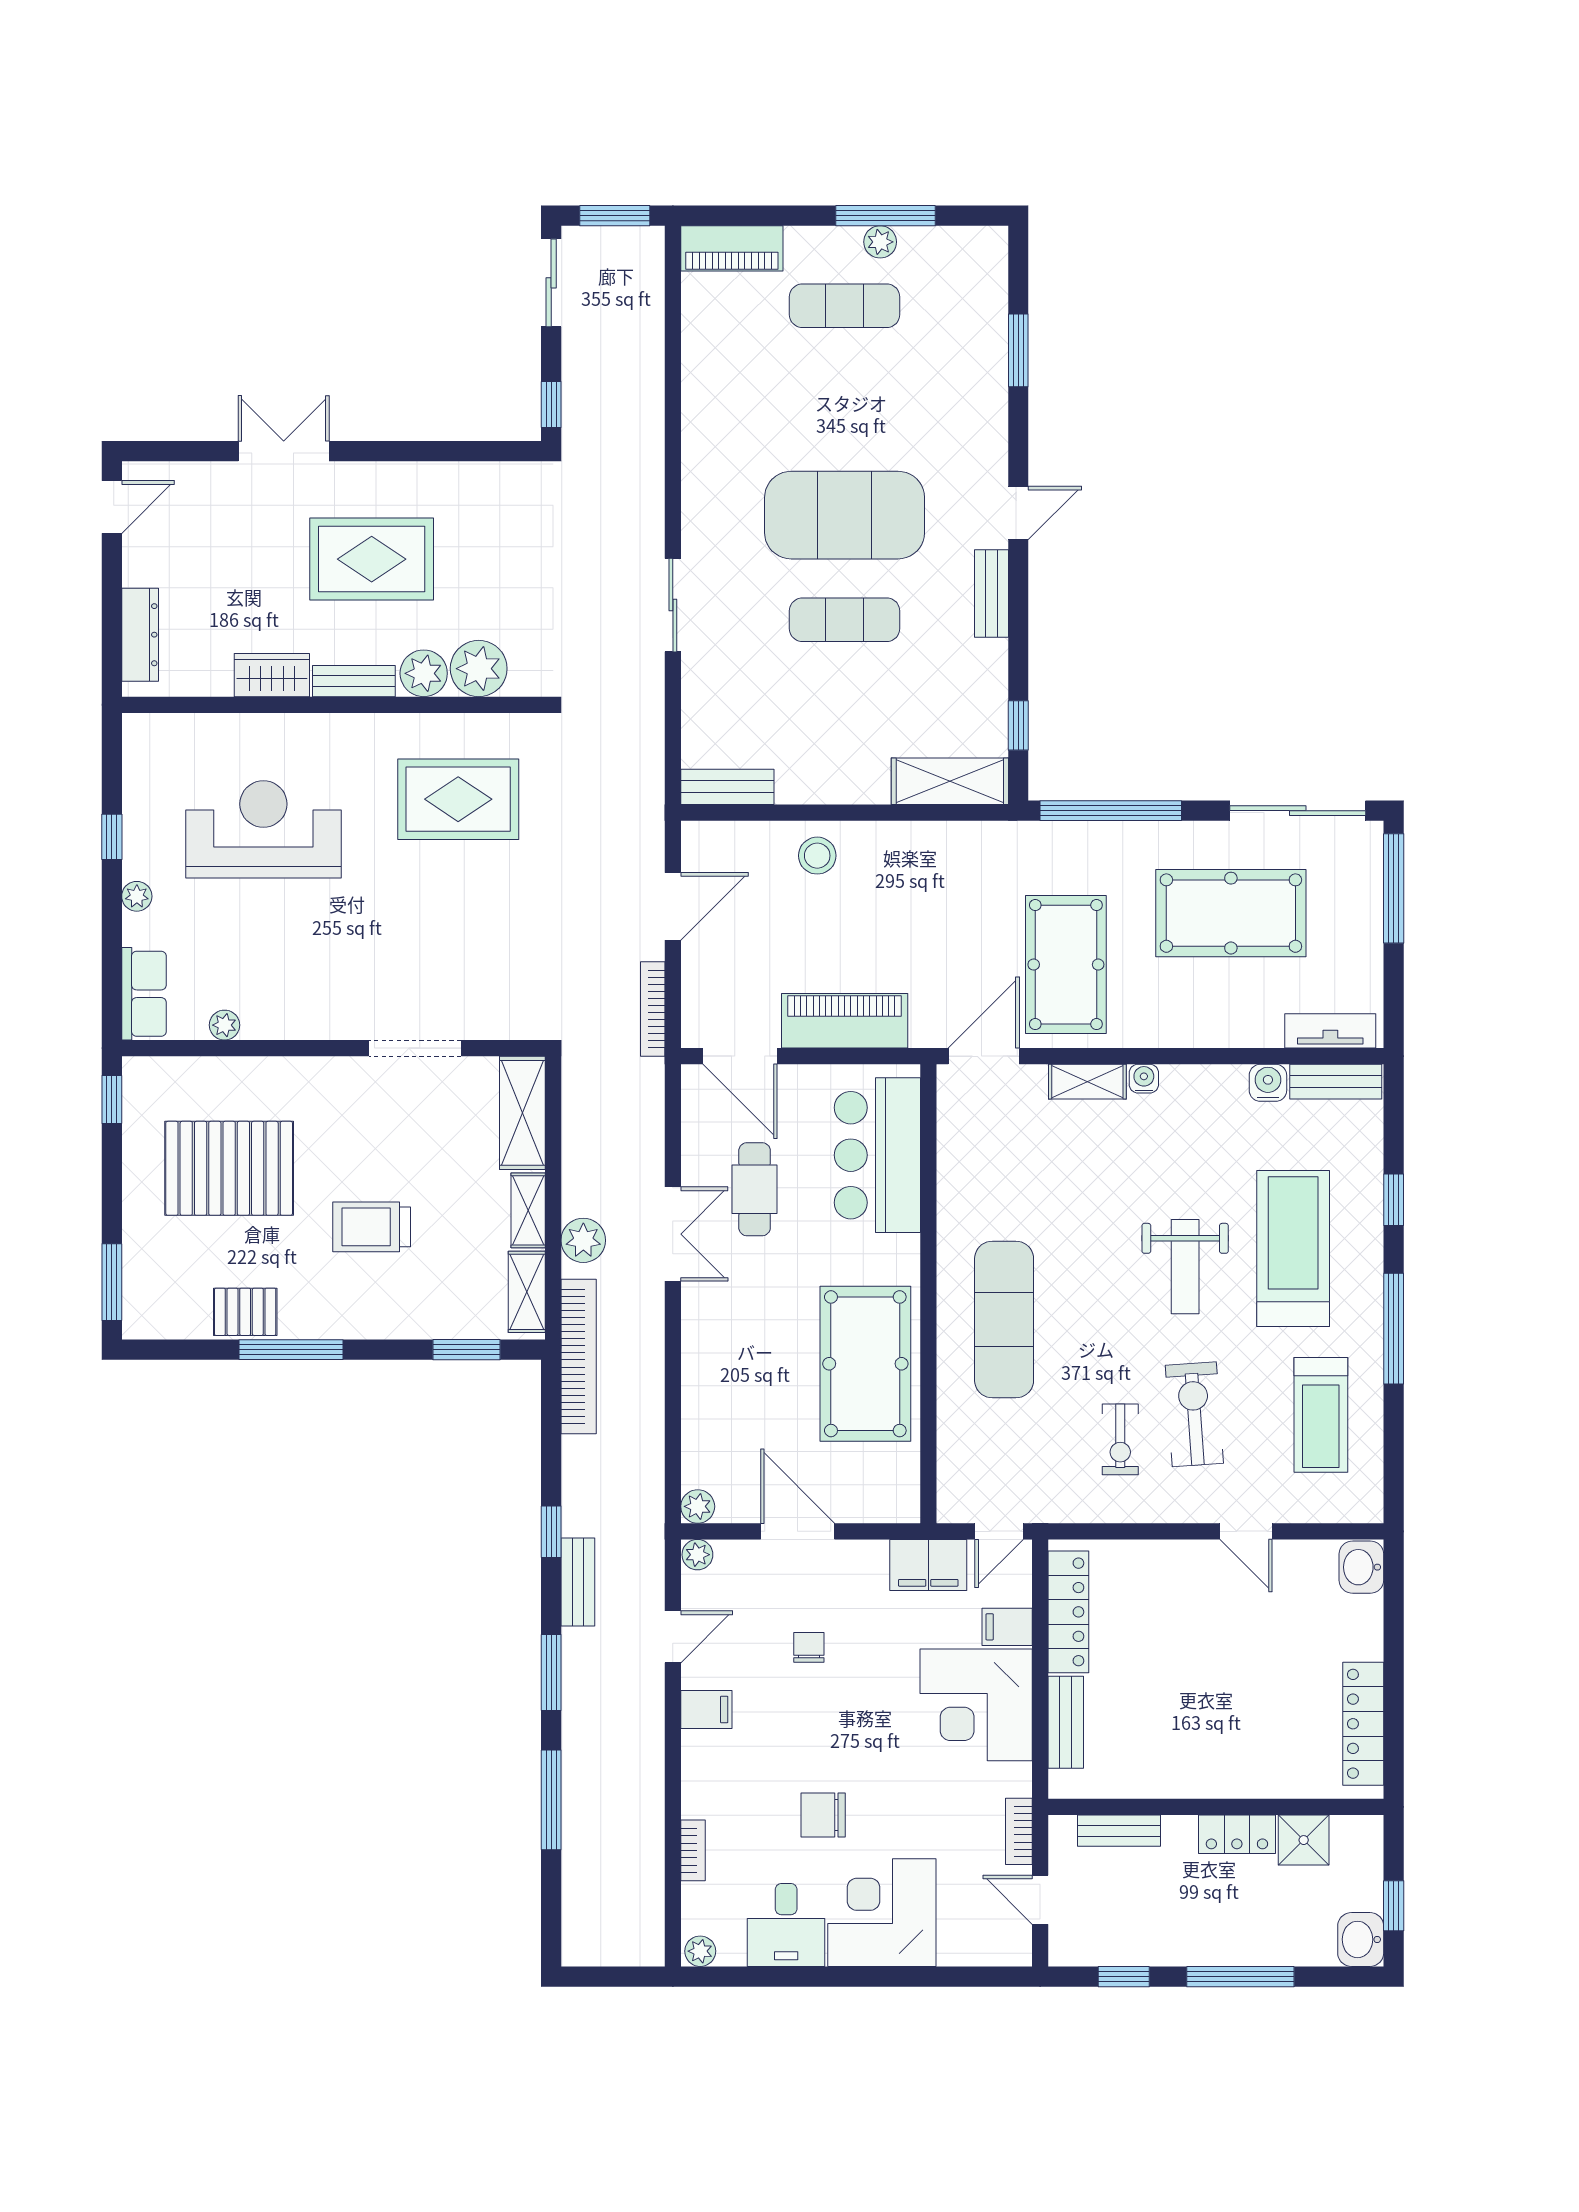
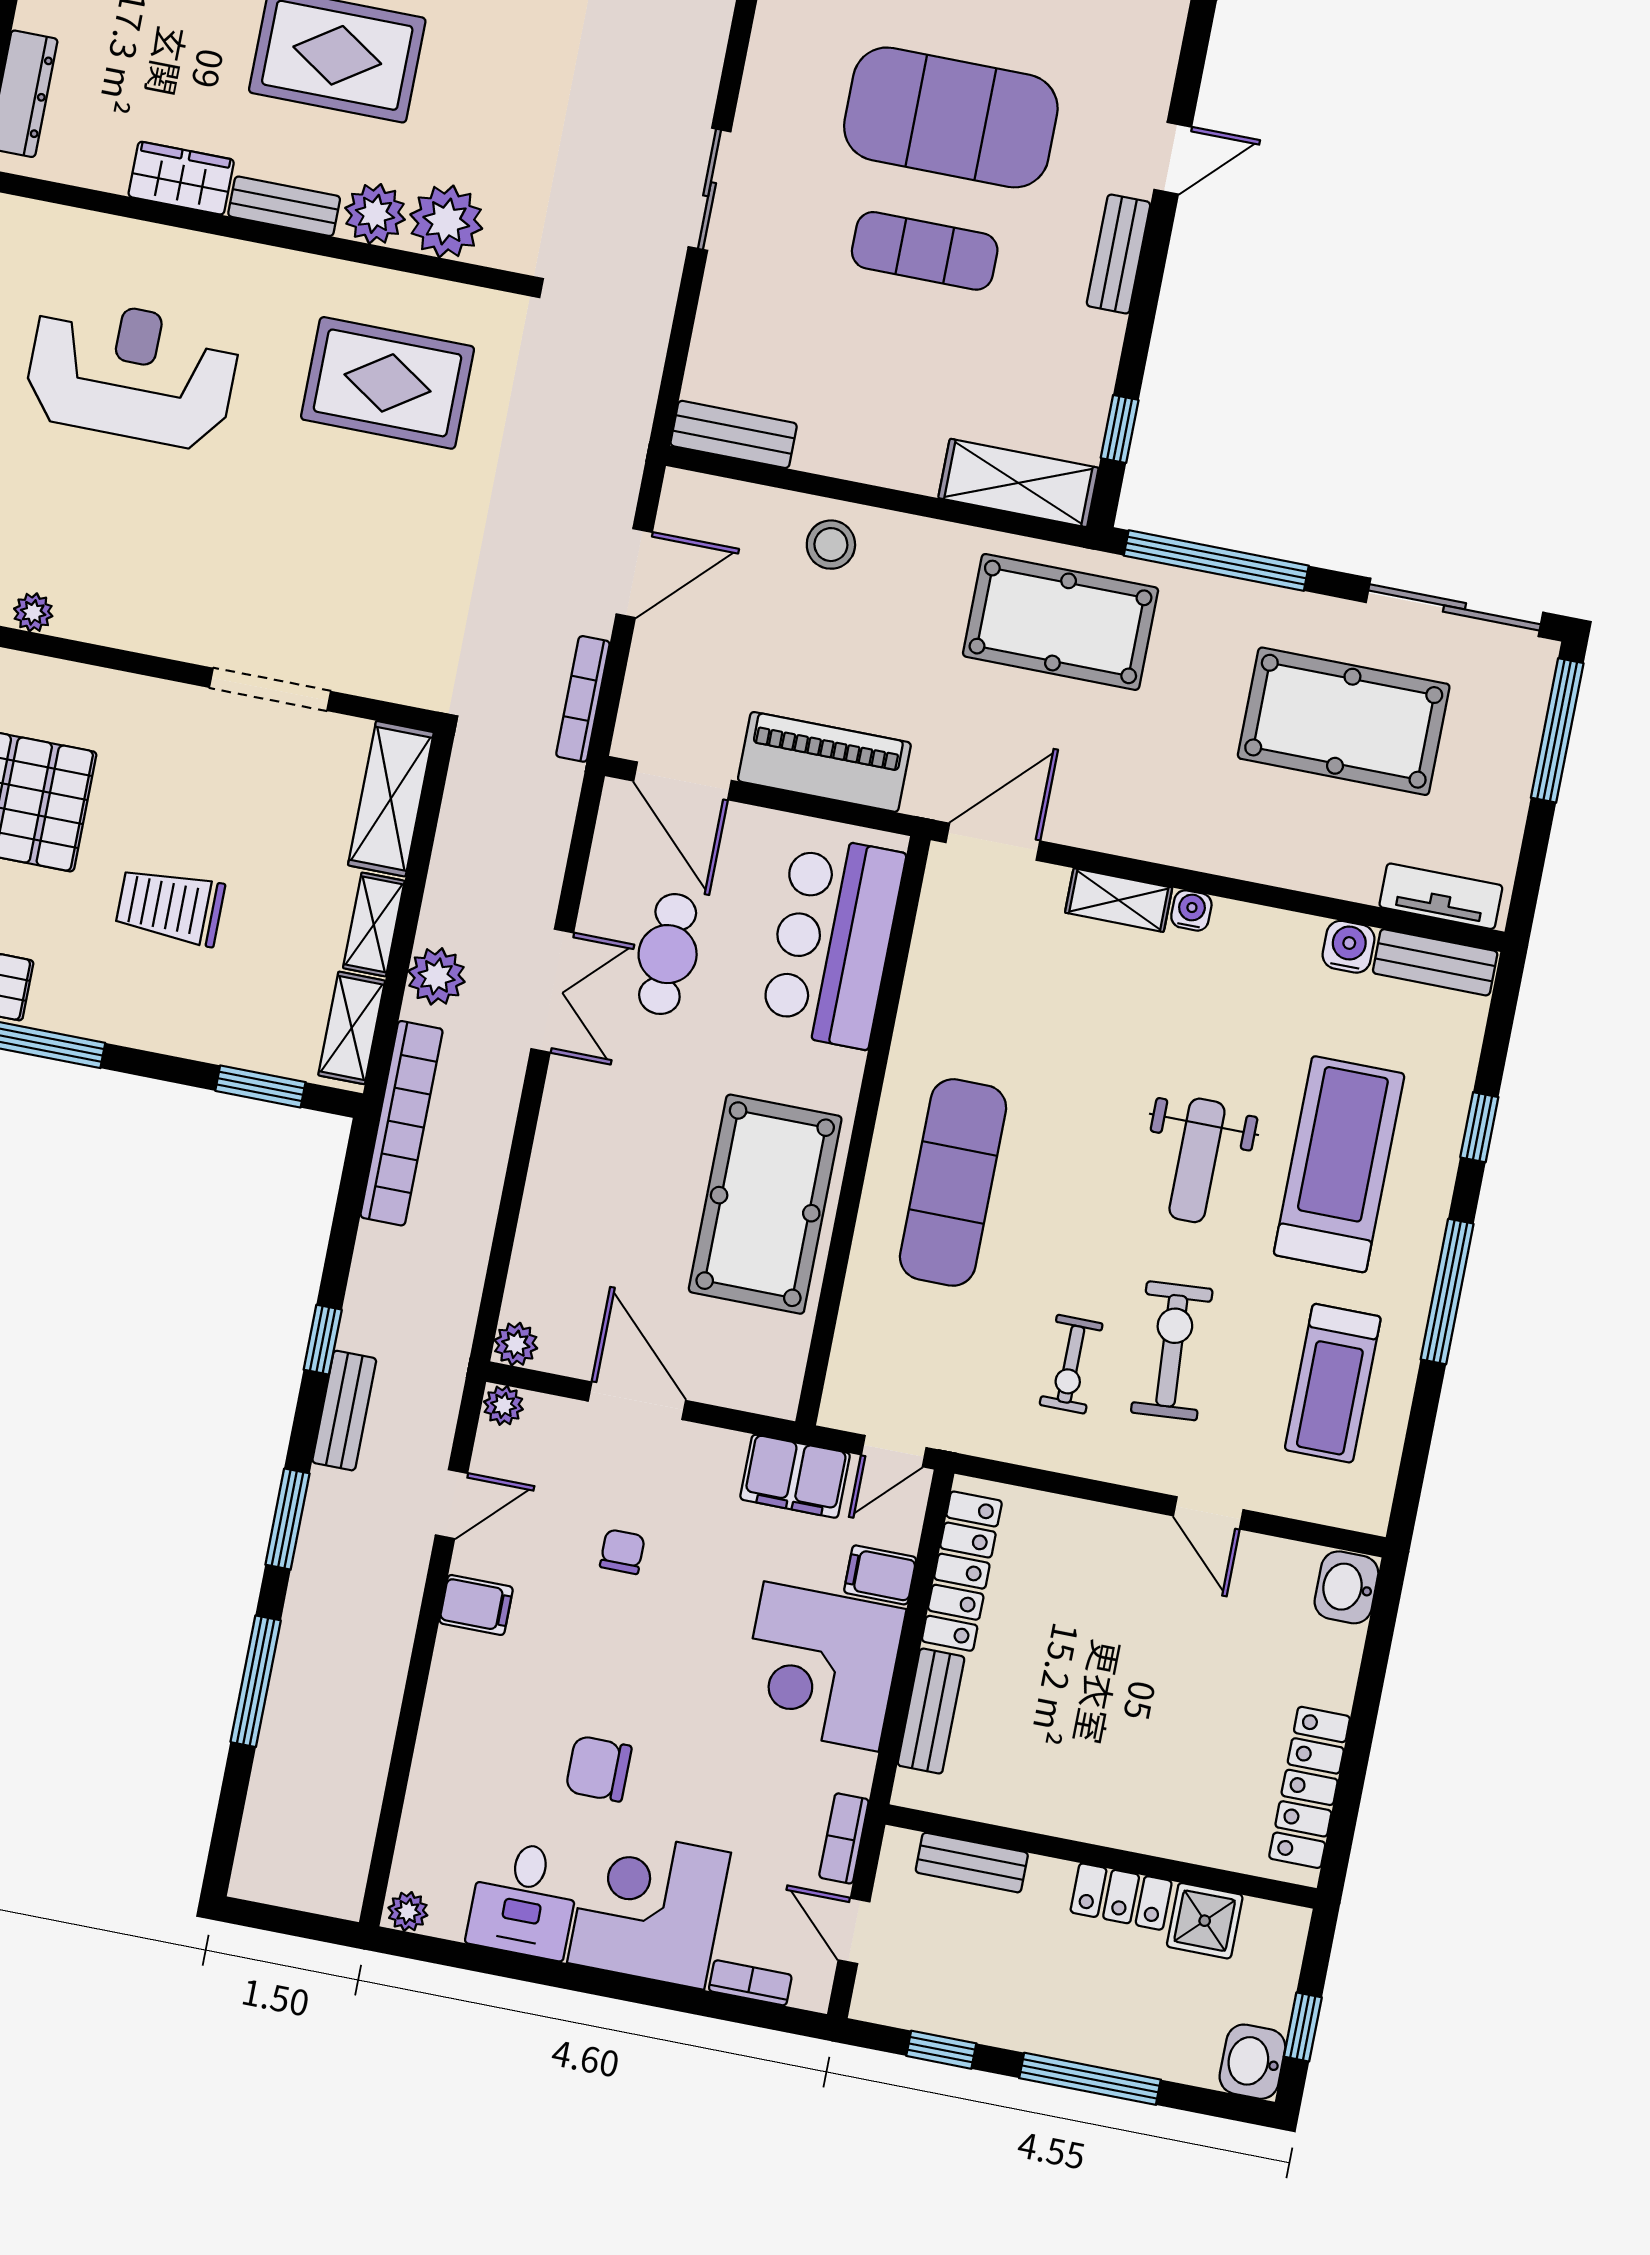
pool table: (1066, 965) -> (1061, 622), moved, turned 90
bookcase: (693, 1850) -> (750, 1983), moved, turned -90

